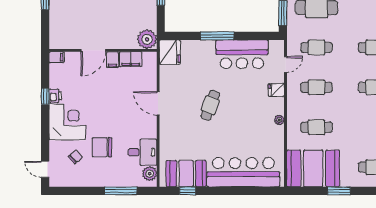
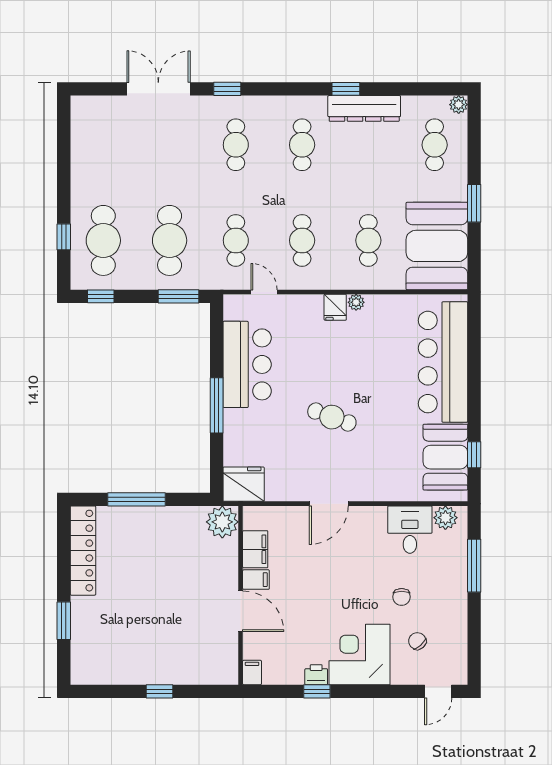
fridge: (276, 90) -> (335, 307), moved
chair: (102, 147) -> (402, 597), width x0.54, depth x0.54

